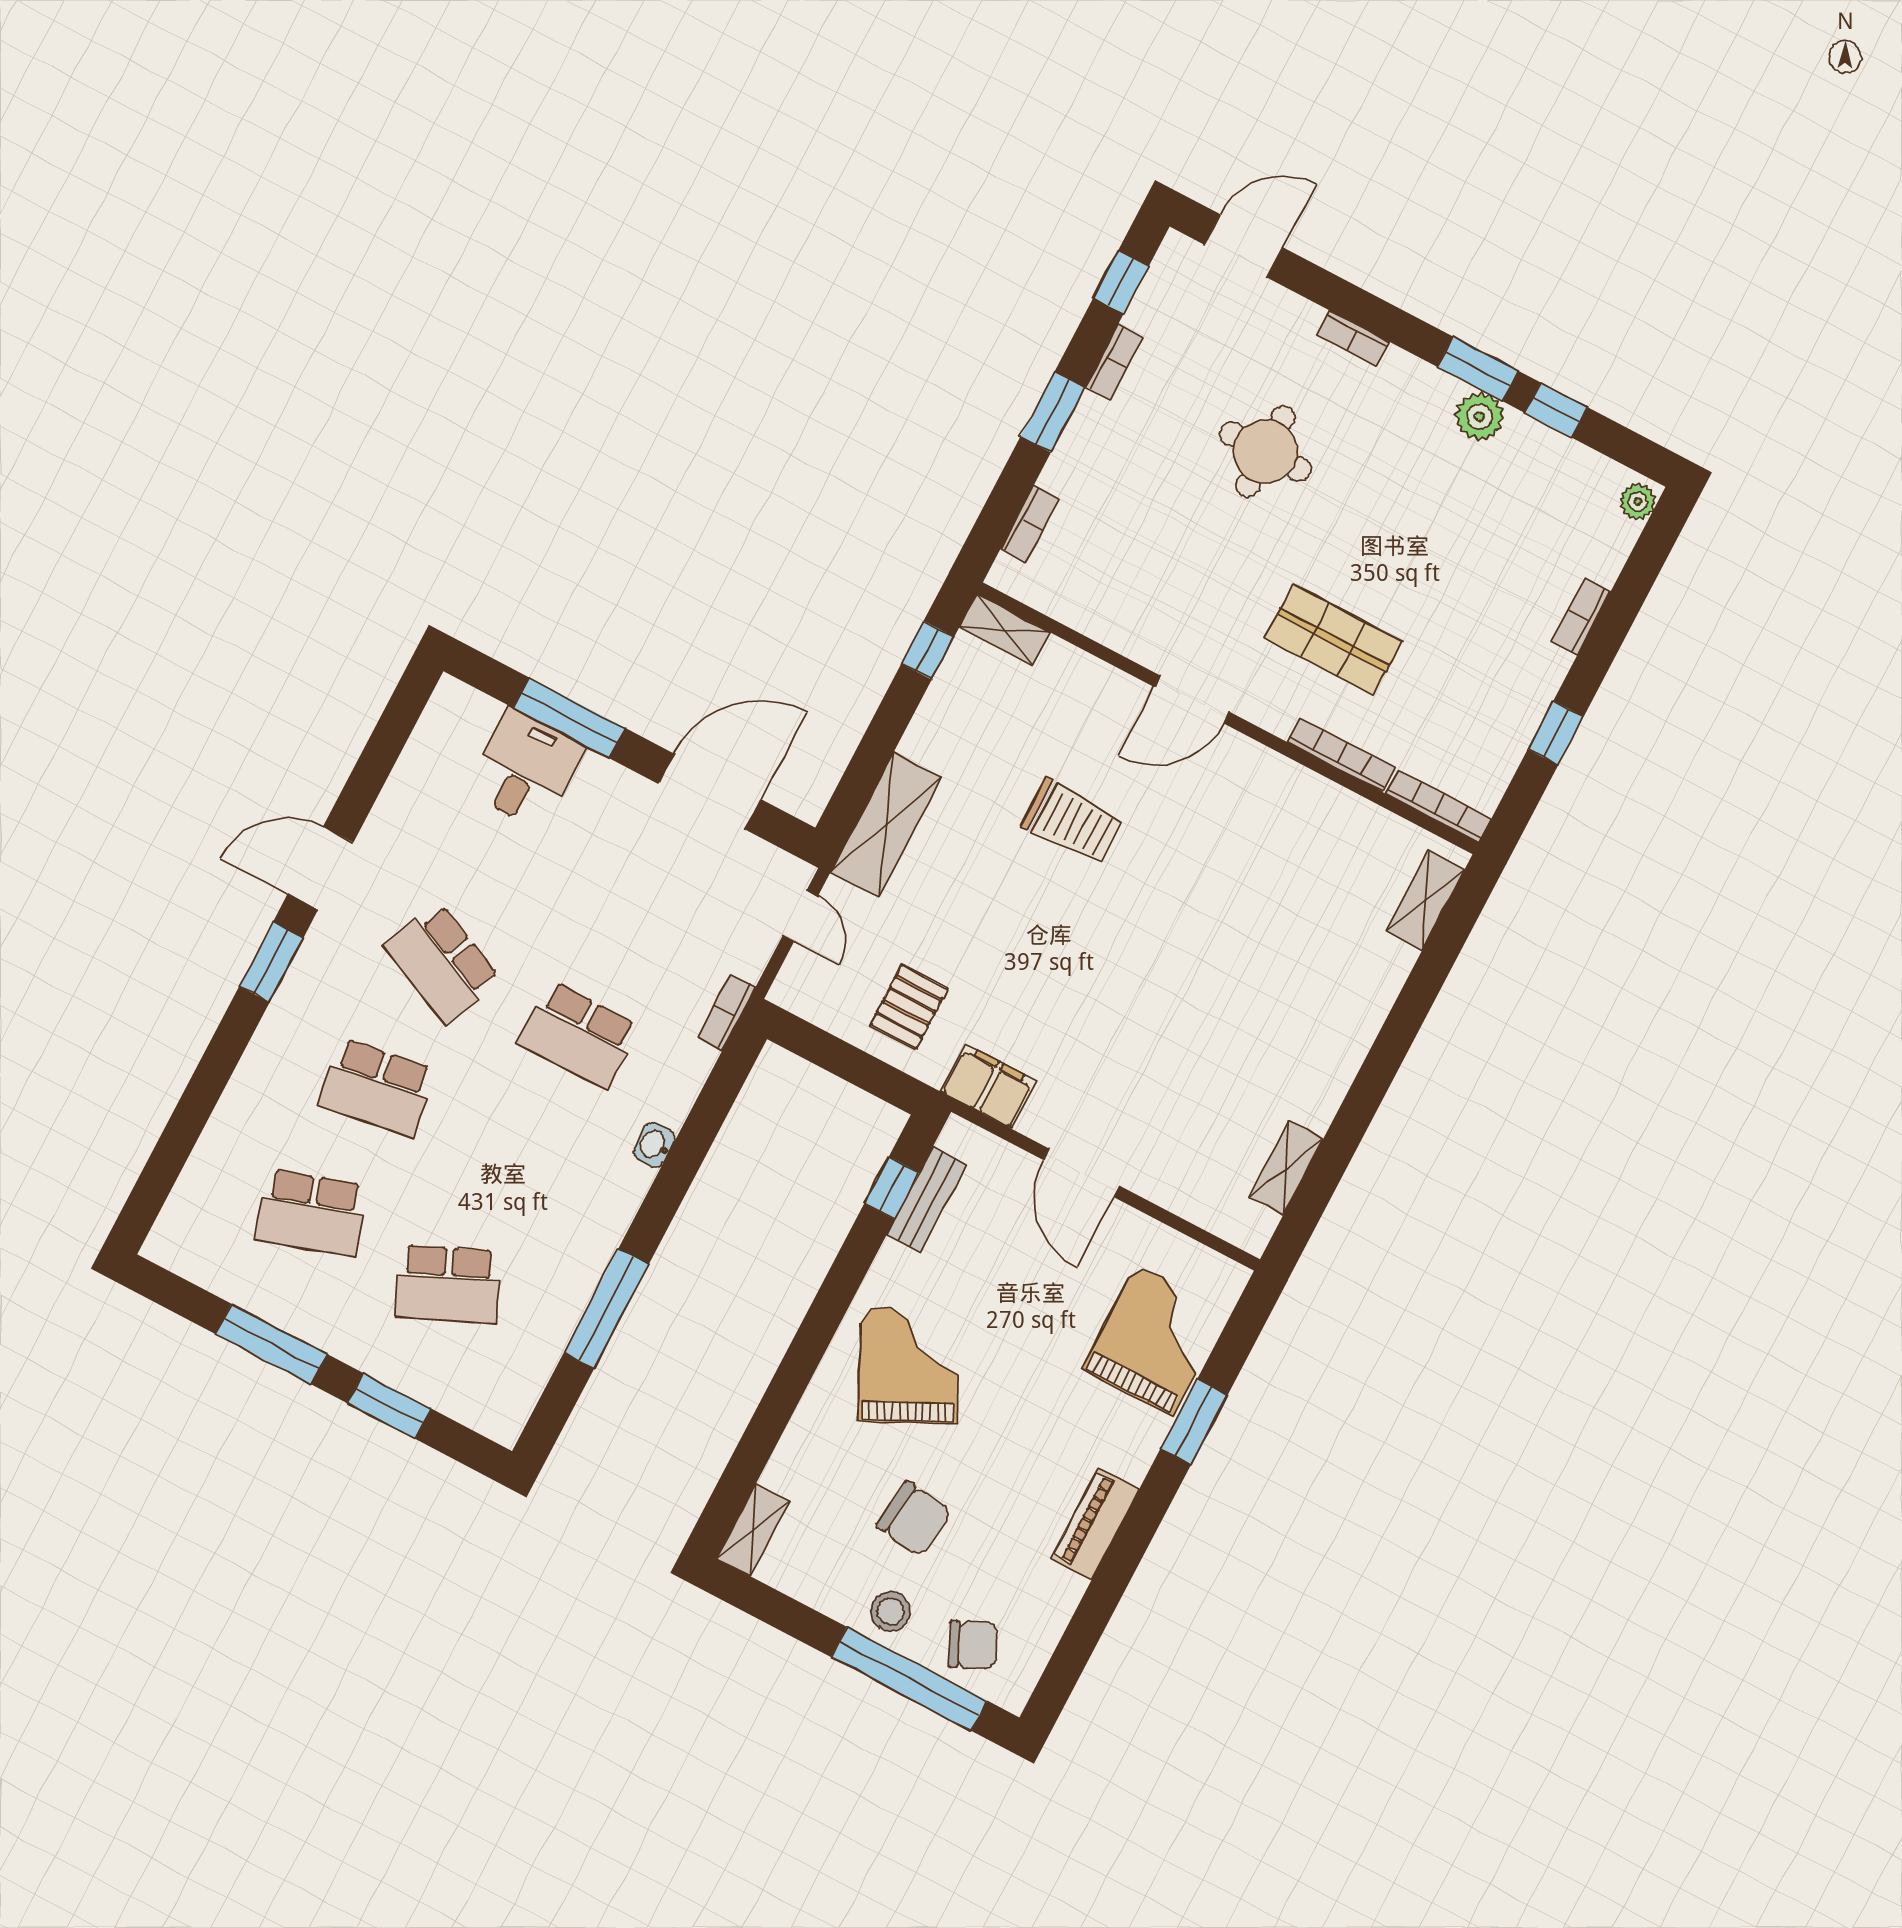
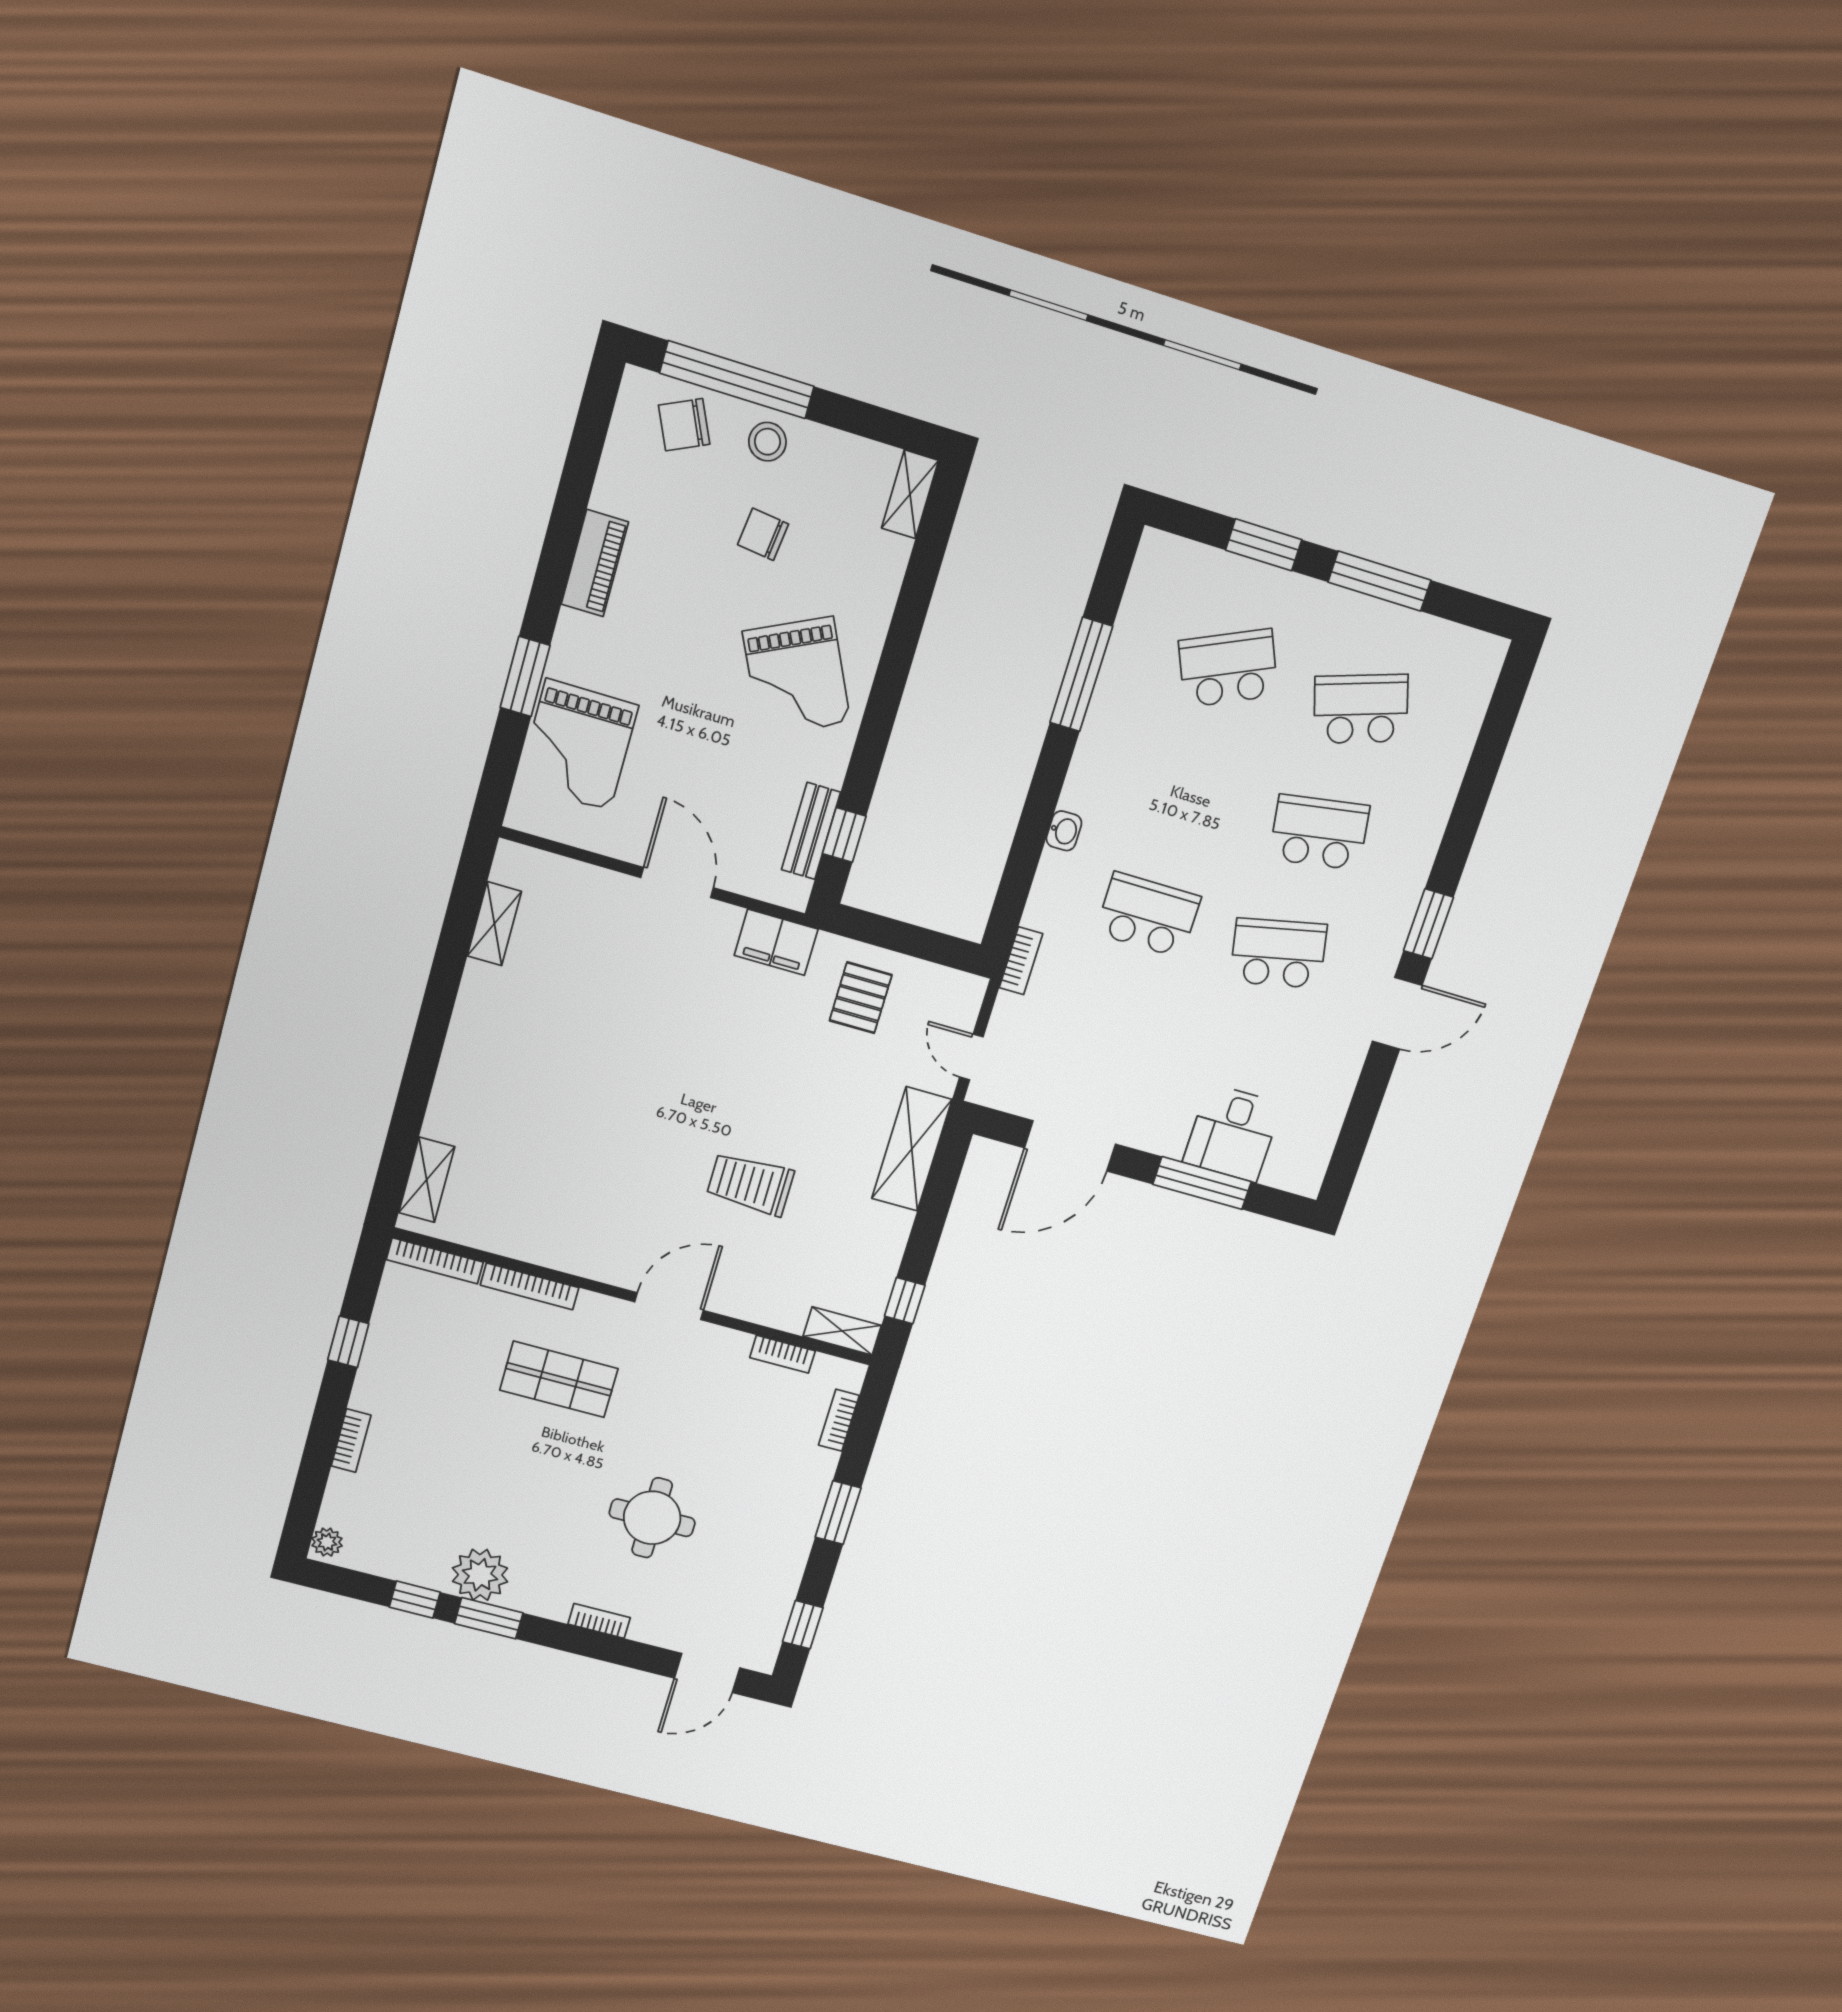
bookcase: (1114, 362) -> (782, 1354), moved, turned -90
plant: (1479, 416) -> (480, 1575), width x1.36, depth x1.36
school desk: (442, 963) -> (1278, 953), turned -36
chair: (914, 1519) -> (763, 534), width x0.73, depth x0.73

